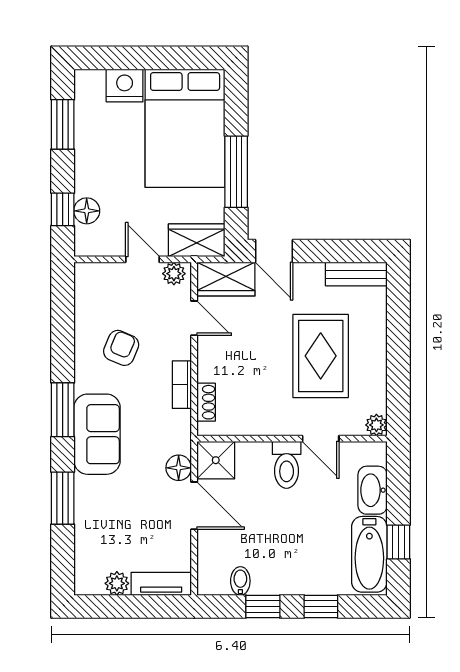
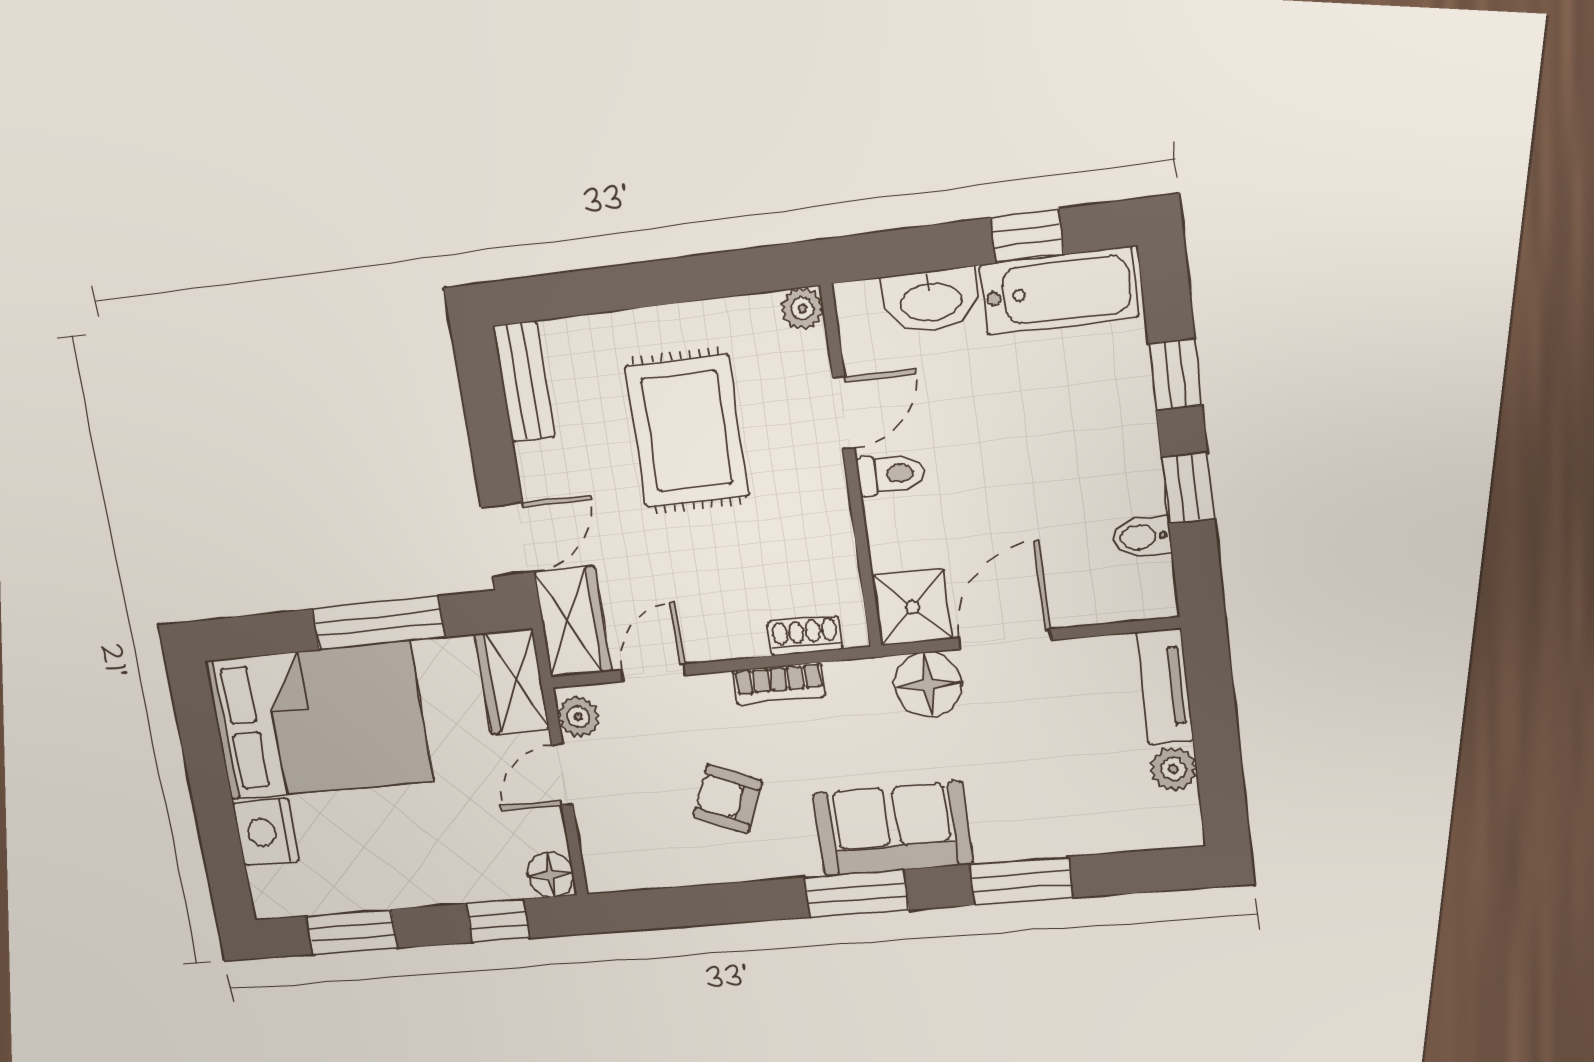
floor lamp: (87, 211) -> (551, 875), moved
rug: (321, 356) -> (687, 431), turned 90
toilet: (287, 465) -> (891, 474), width x0.73, depth x0.72
floor lamp: (179, 468) -> (928, 684), width x1.38, depth x1.38

